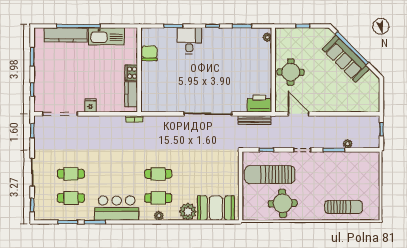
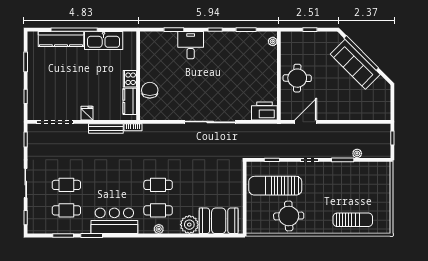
chair: (149, 53) -> (150, 90), moved
door: (299, 114) -> (306, 122), hinge flipped
bench: (255, 120) -> (106, 129), moved

